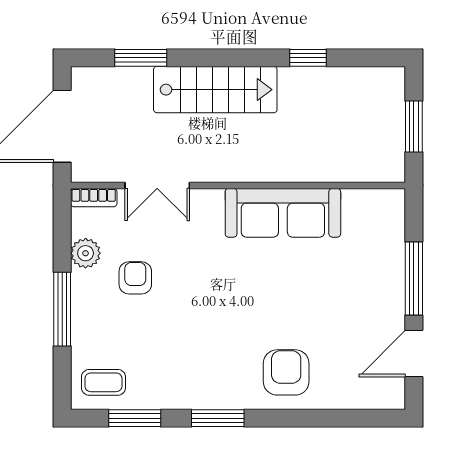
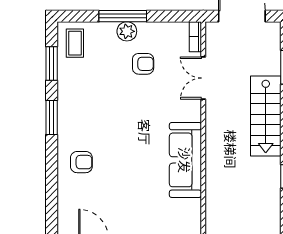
plant: (86, 253) -> (127, 31), moved
armchair: (286, 372) -> (81, 162), width x0.72, depth x0.72

